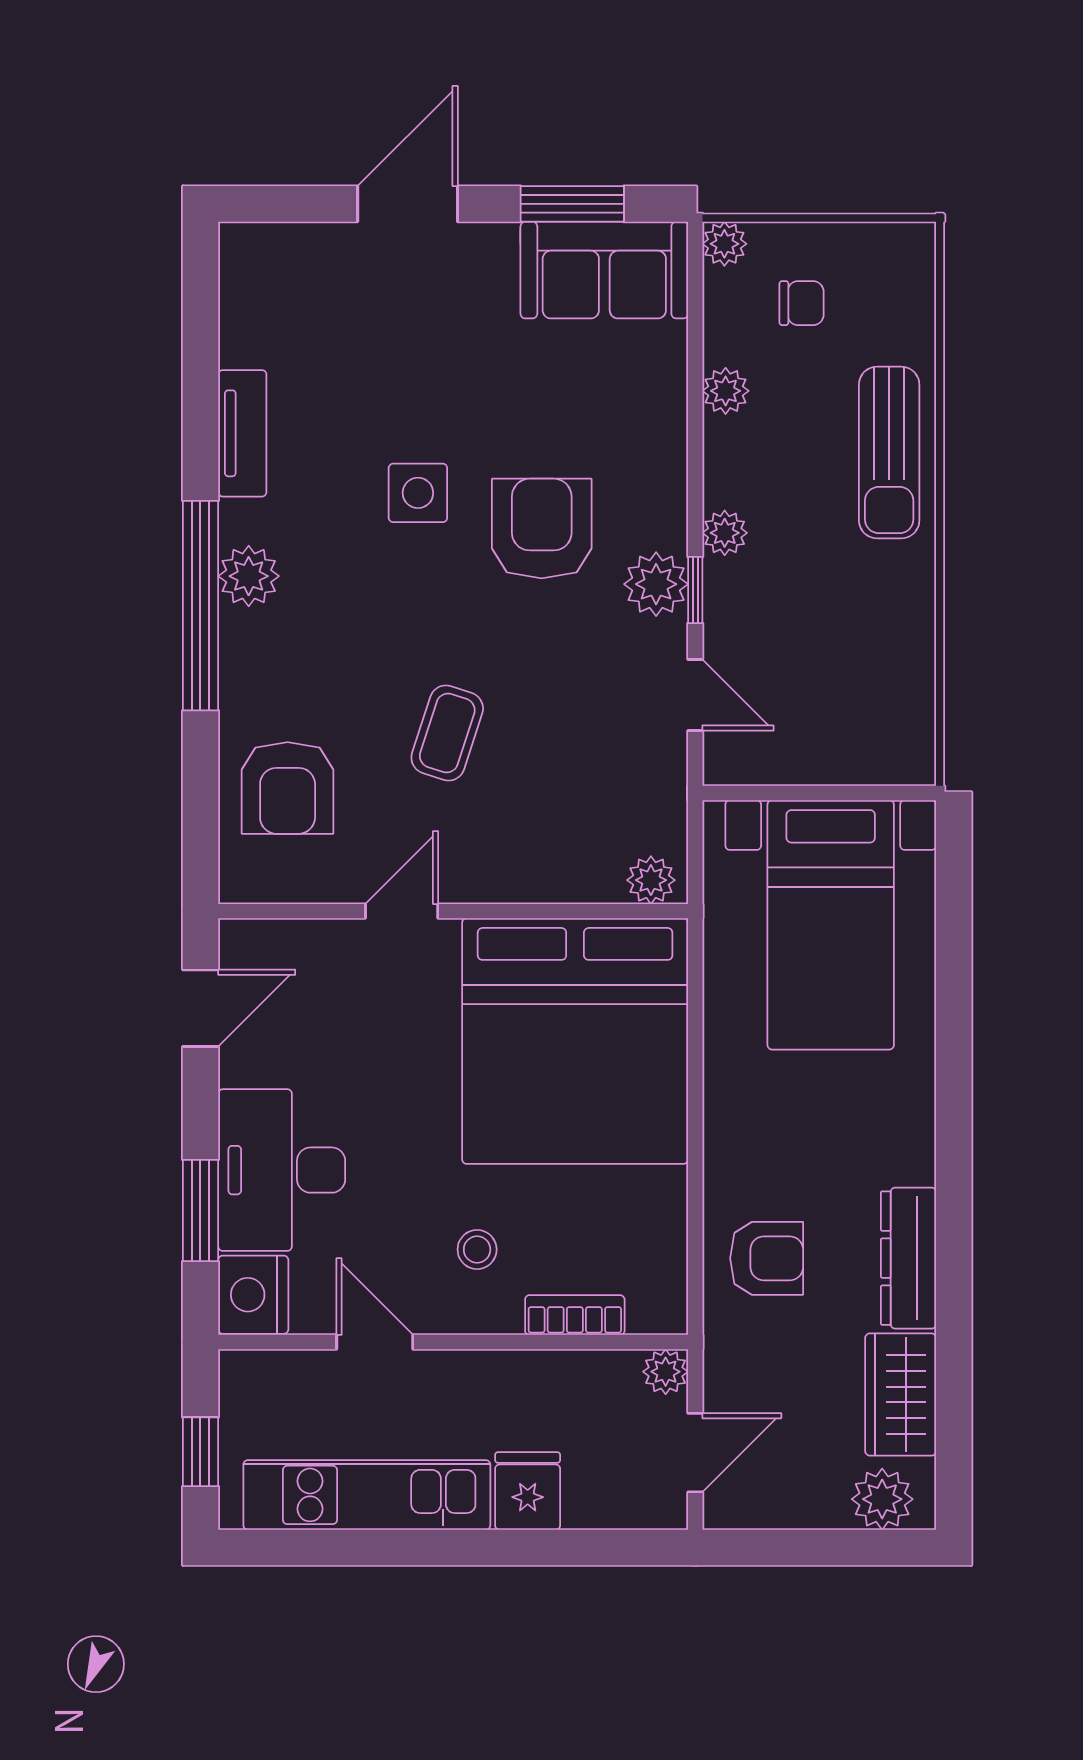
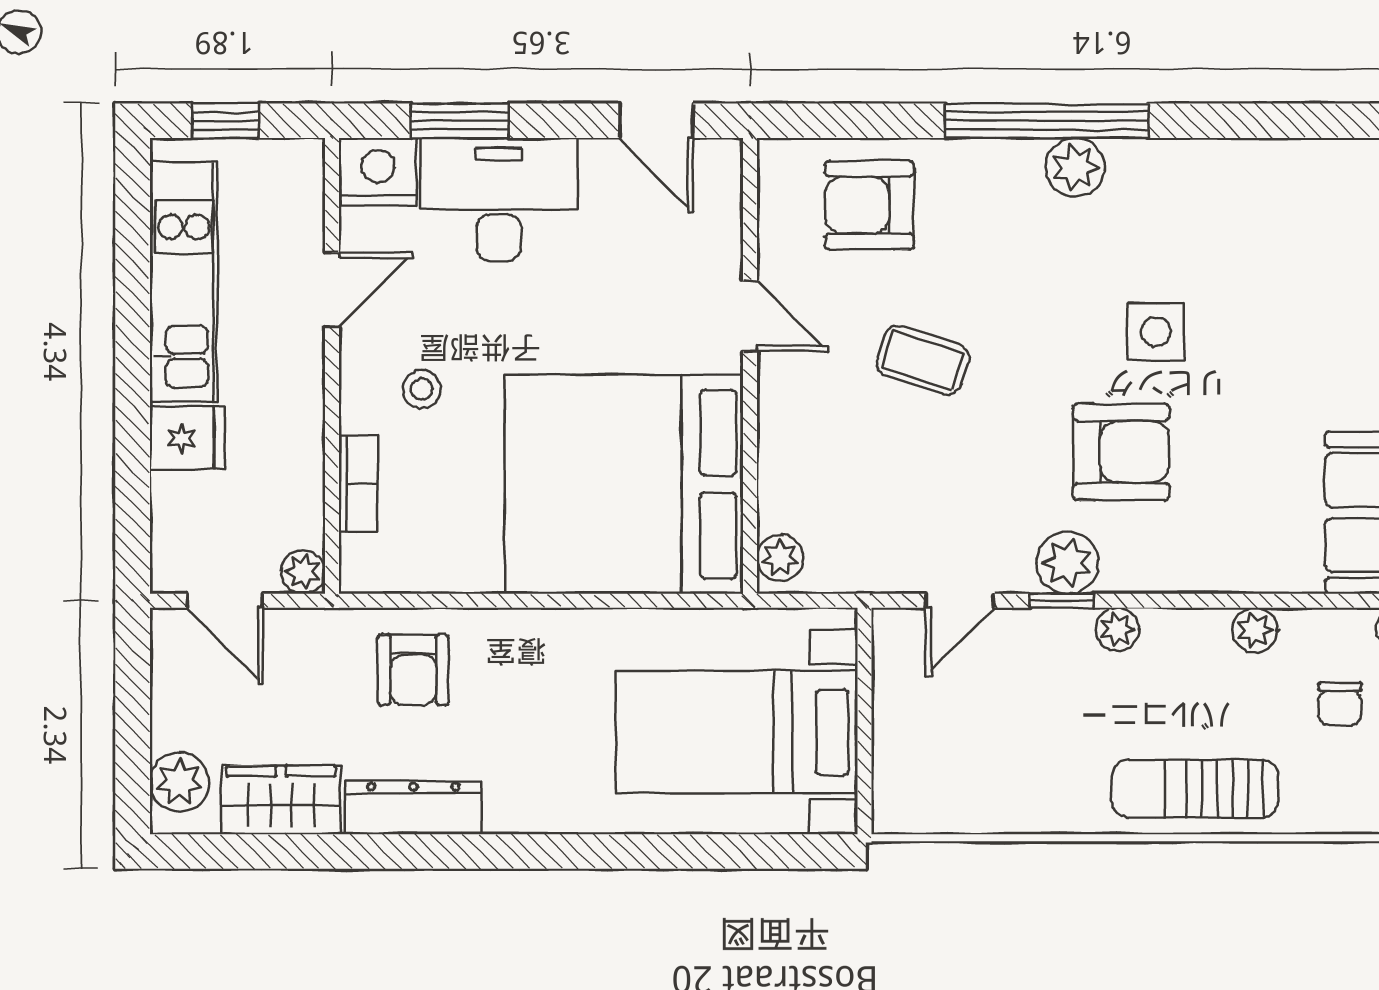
tv unit: (242, 433) -> (1214, 161), removed

